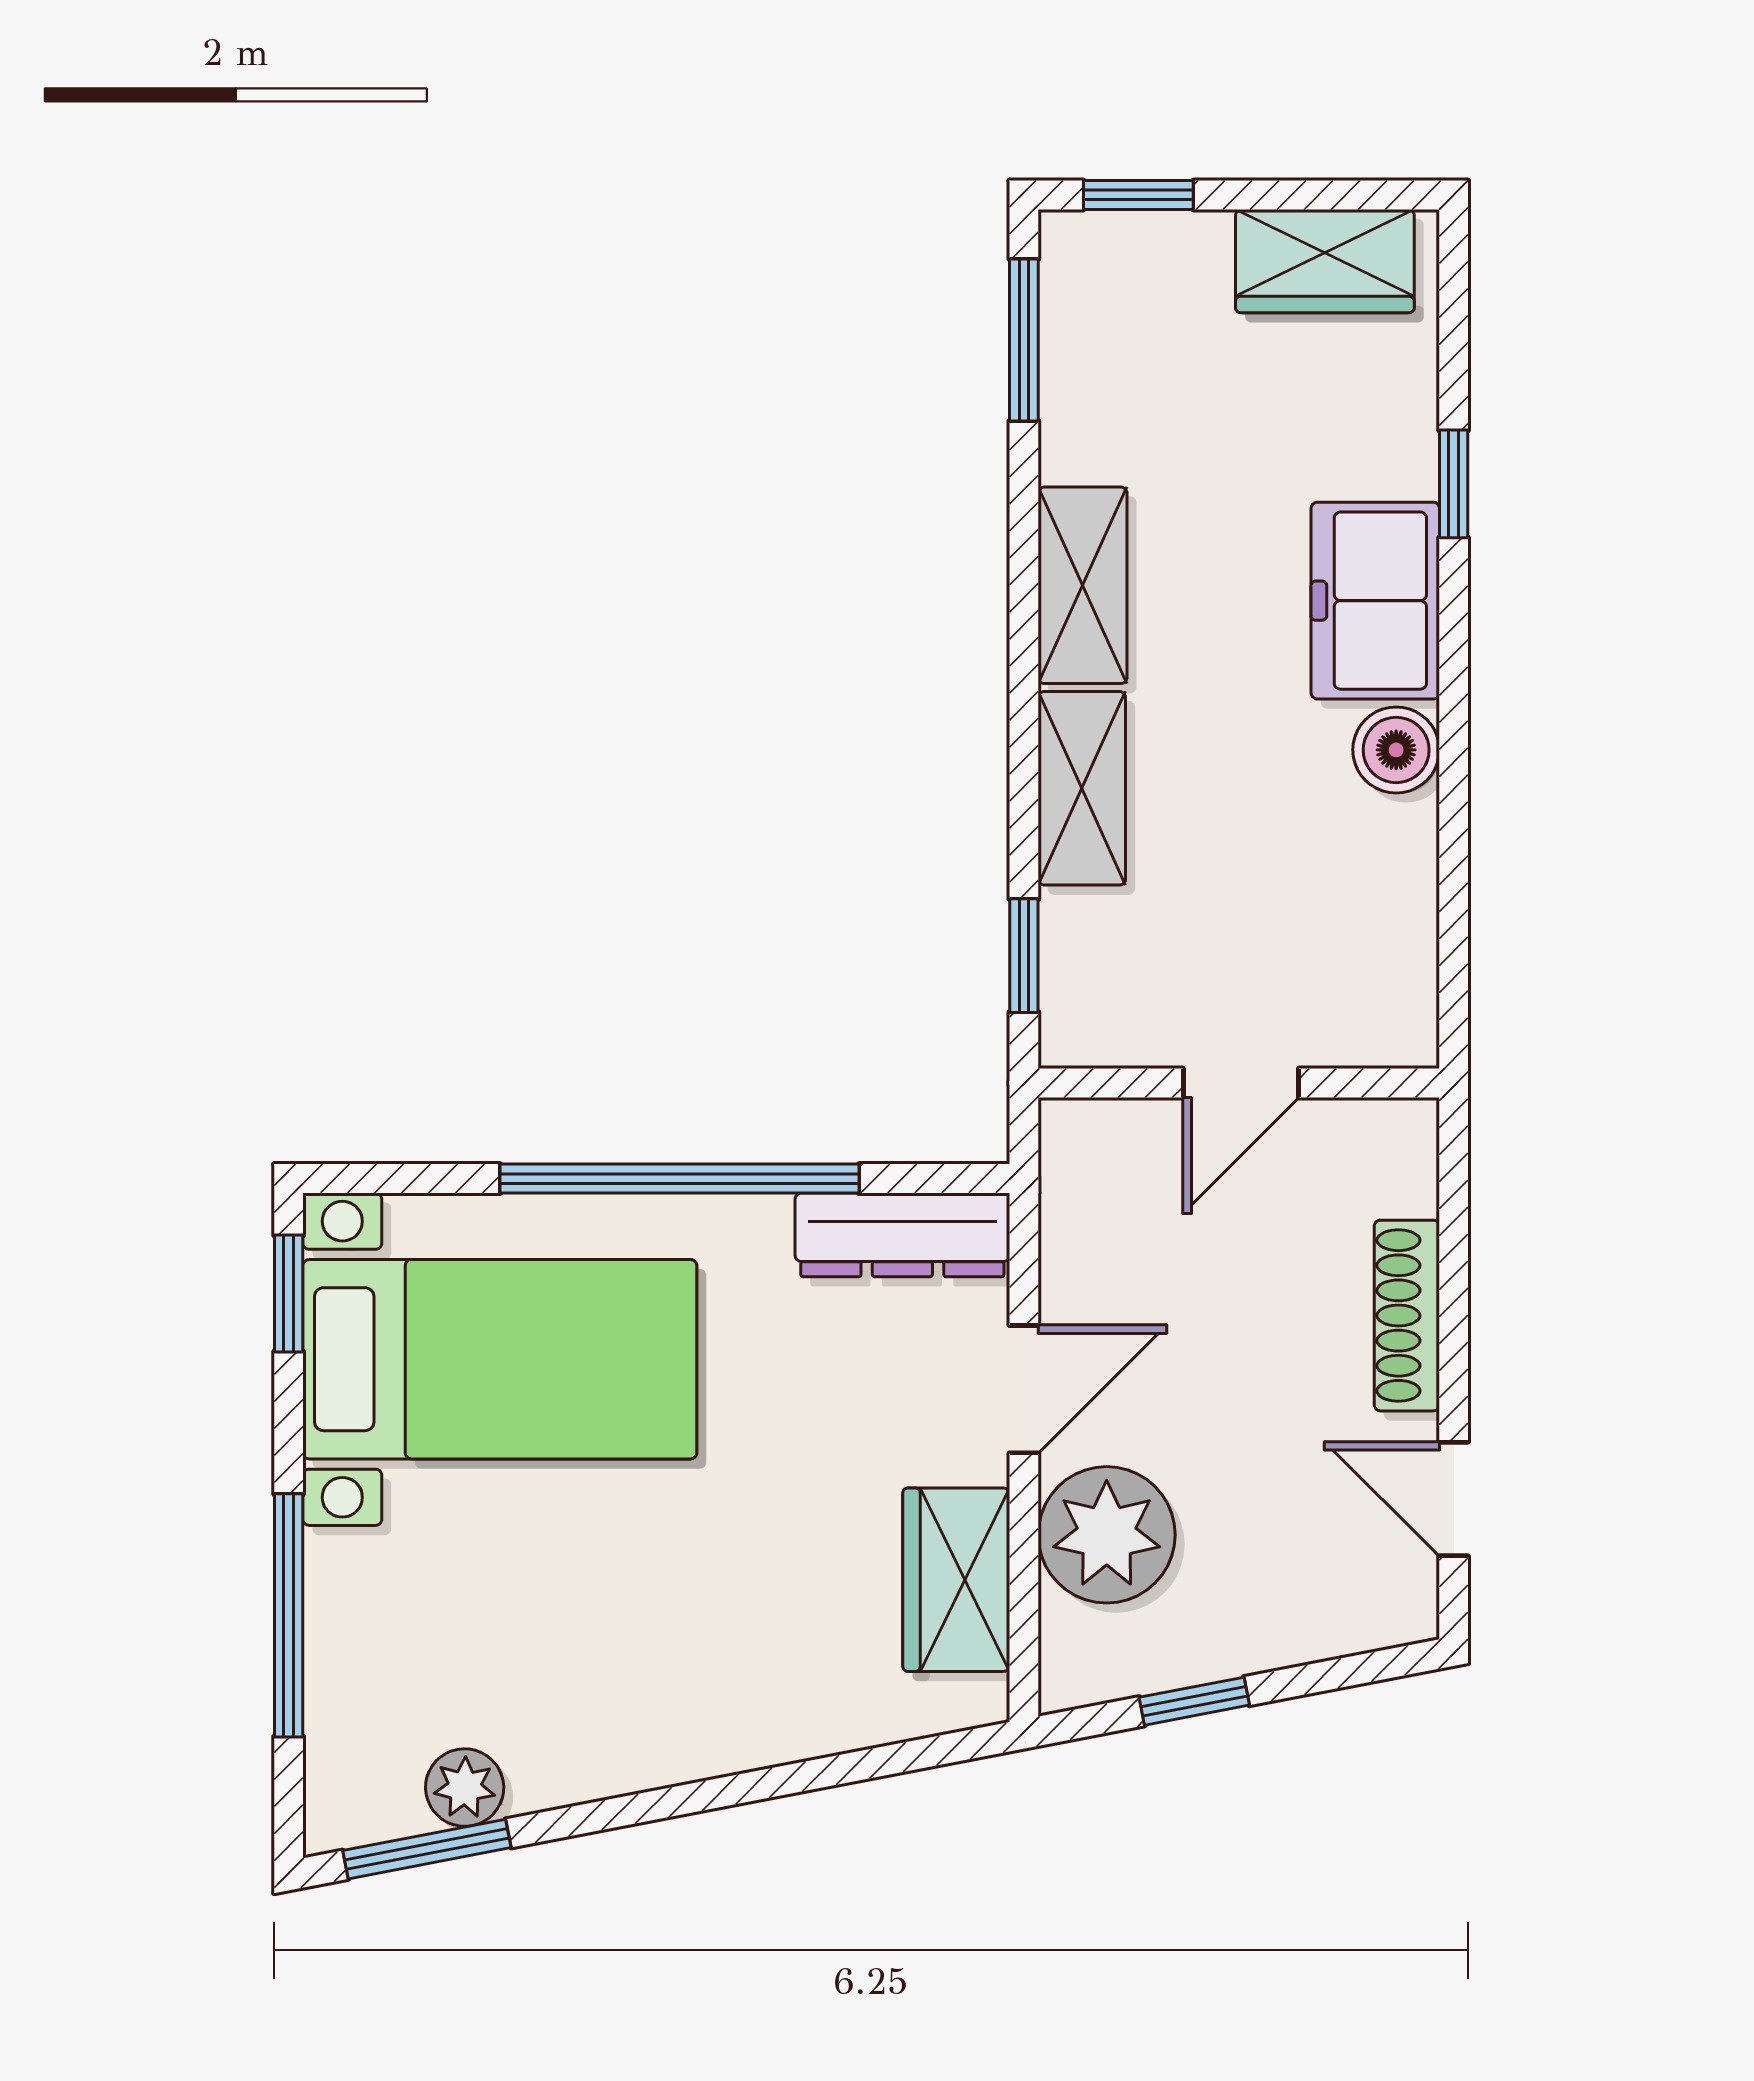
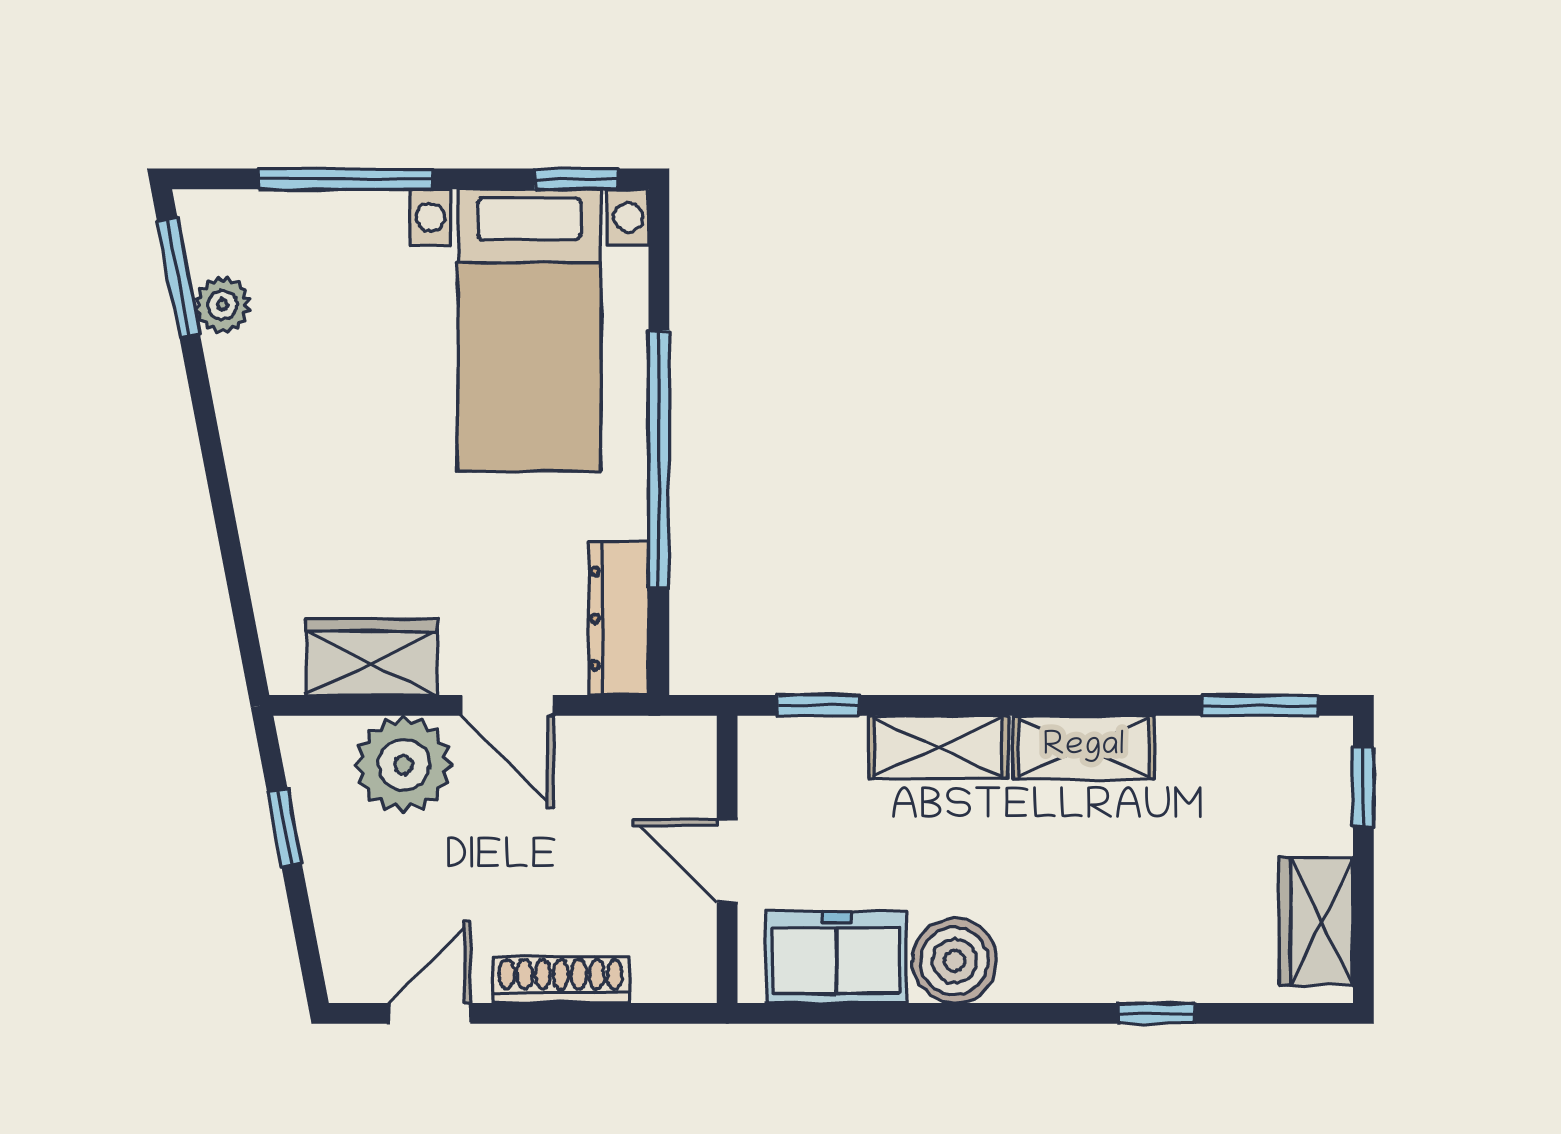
freezer: (1375, 601) -> (836, 957), moved
boiler: (1396, 750) -> (954, 961), width x1.36, depth x1.36

